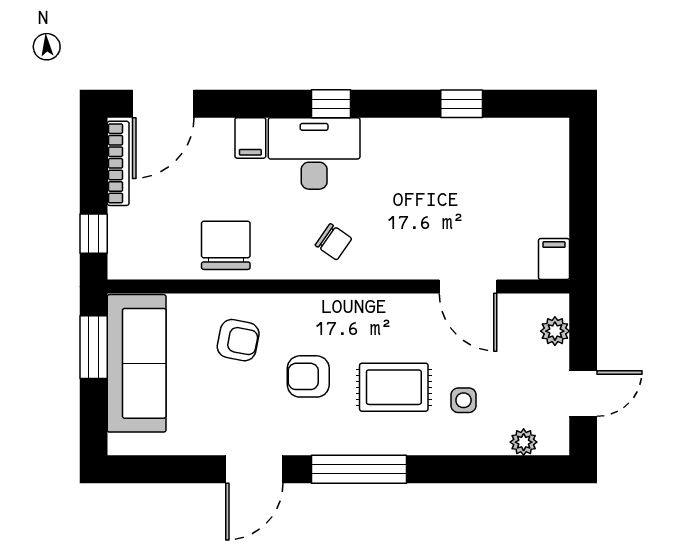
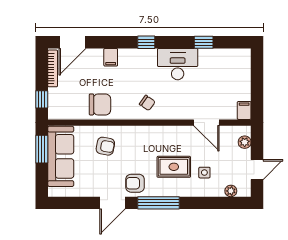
desk: (314, 153) -> (178, 64), moved
chair: (226, 245) -> (100, 104), turned 90
armchair: (308, 376) -> (135, 183), moved

